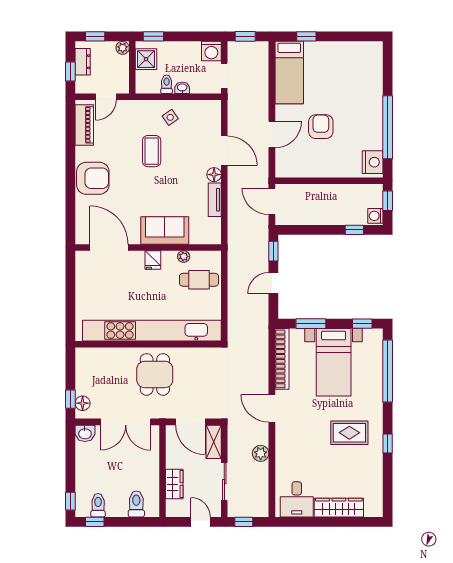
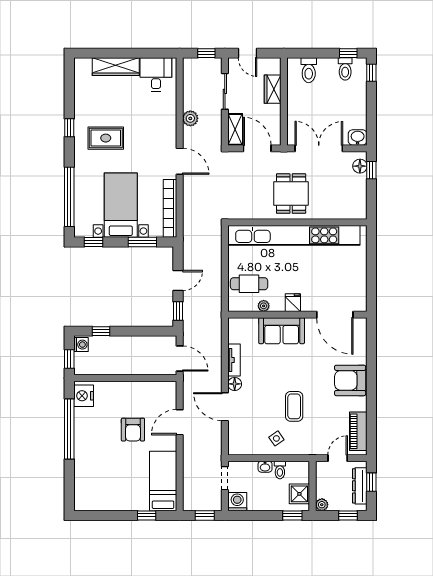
dresser: (83, 62) -> (360, 486), width x1.44

